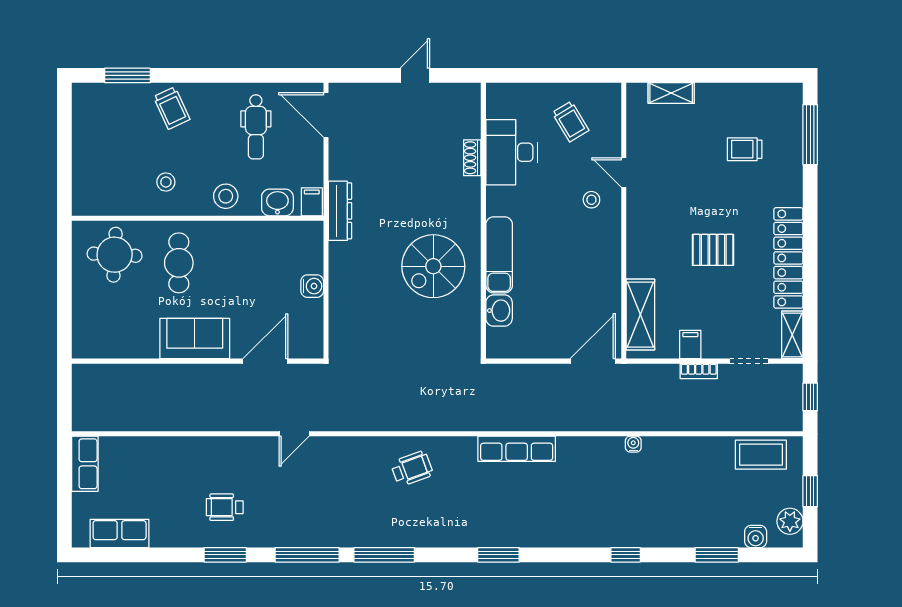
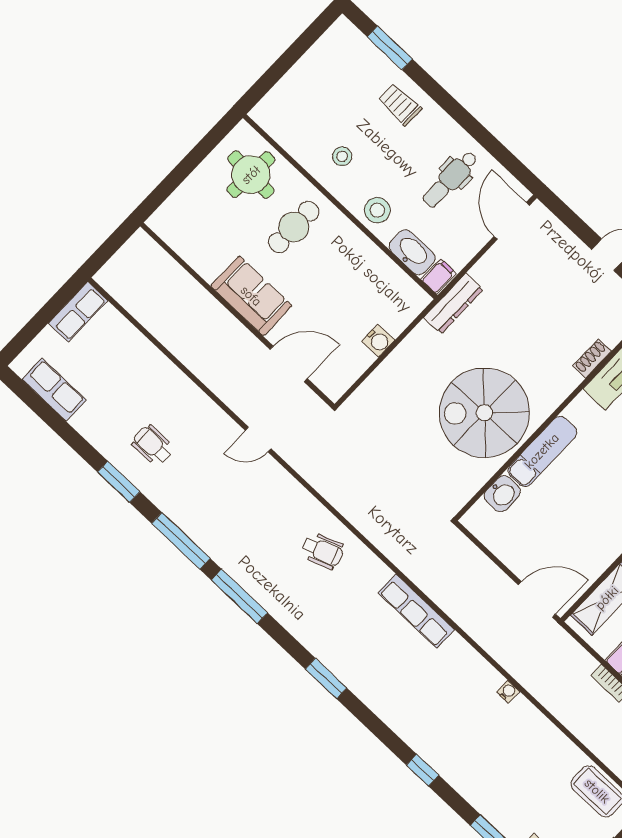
trolley: (172, 108) -> (400, 104), turned 115
washbasin: (277, 202) -> (412, 252), width x1.38
spiral stairs: (433, 266) -> (484, 413), width x1.37, depth x1.37

